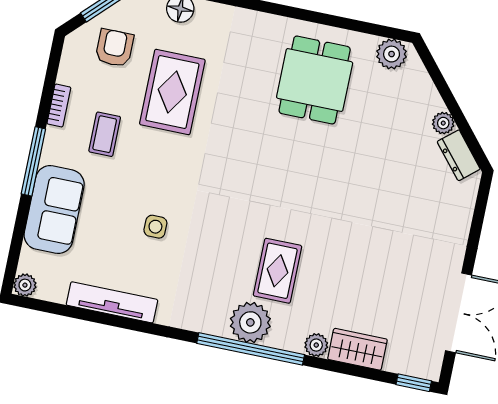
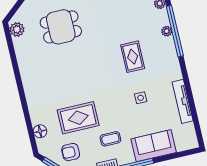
dining table: (315, 80) -> (61, 27), moved
rug: (277, 271) -> (133, 57), moved, turned 90
plant: (25, 285) -> (193, 143), removed
plant: (250, 322) -> (167, 31), width x0.53, depth x0.53

